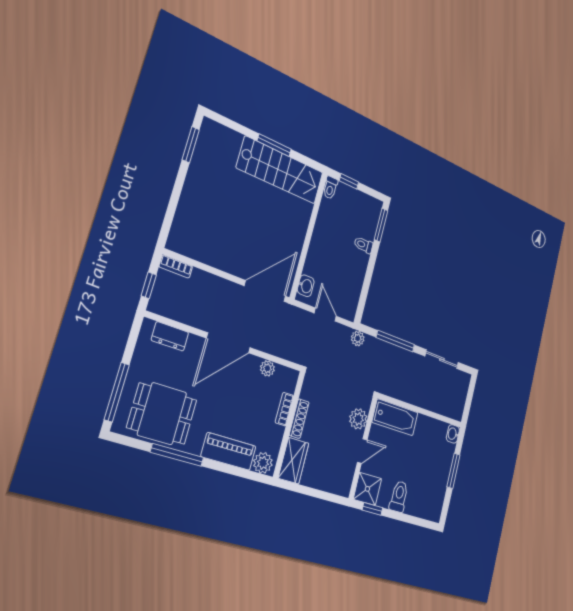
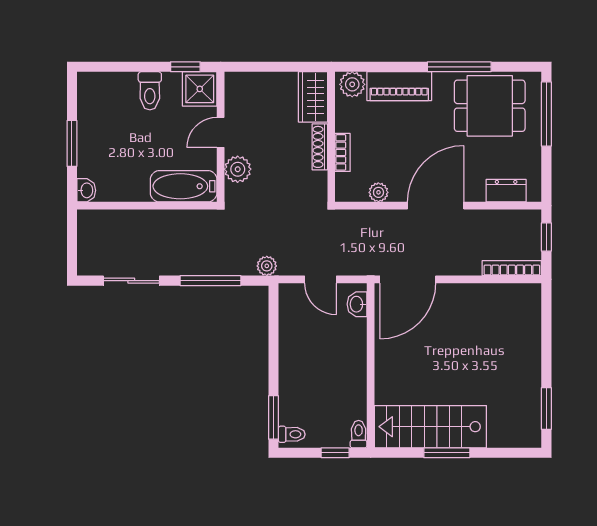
toilet: (364, 245) -> (292, 434), moved
bookcase: (176, 266) -> (512, 268), width x1.56

